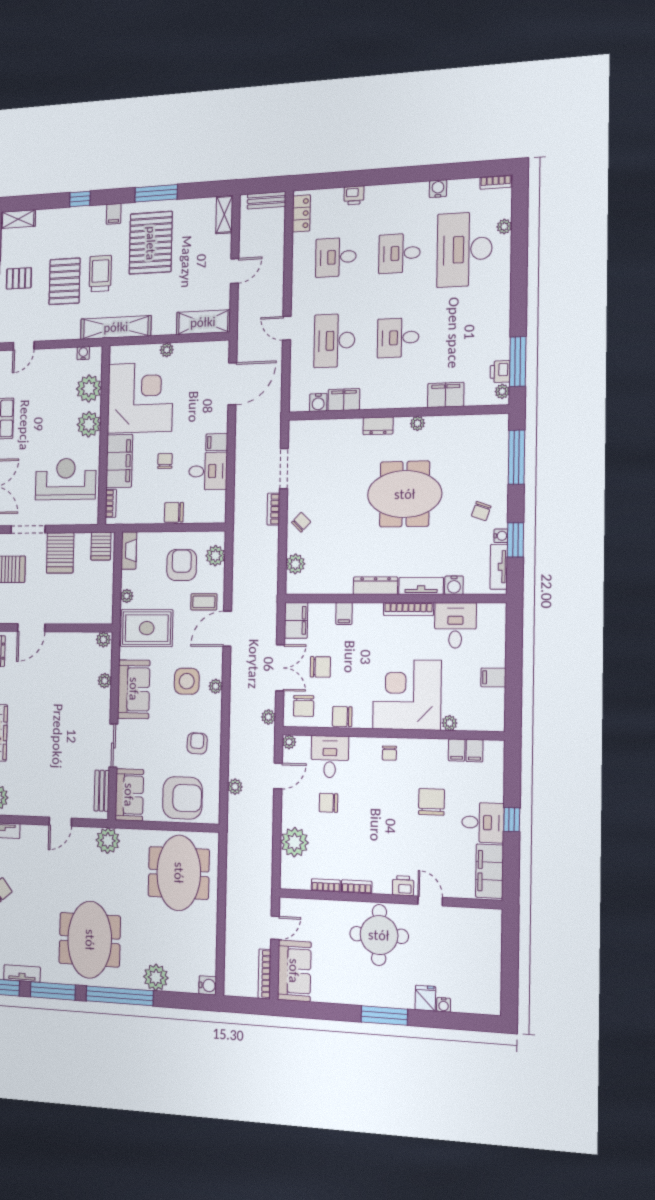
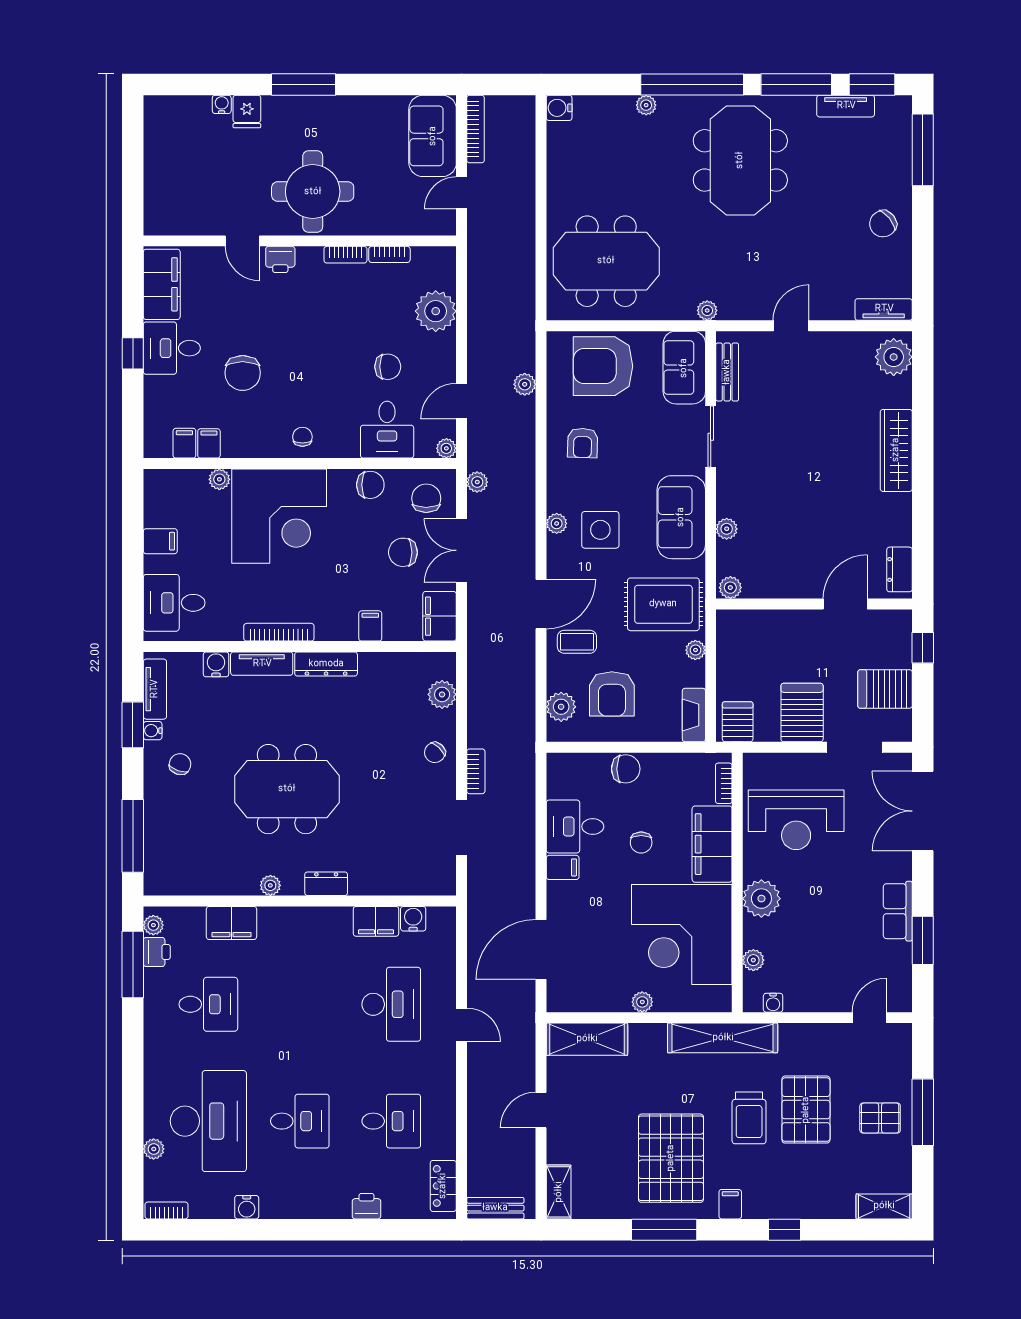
desk: (398, 338) -> (208, 1004), moved
plant: (89, 389) -> (753, 960), width x0.53, depth x0.53
desk: (455, 625) -> (174, 603), moved, turned 90
plant: (108, 841) -> (707, 310), width x0.53, depth x0.53
meeting table: (179, 873) -> (606, 261), turned 90
plant: (156, 977) -> (646, 105), width x0.53, depth x0.53

